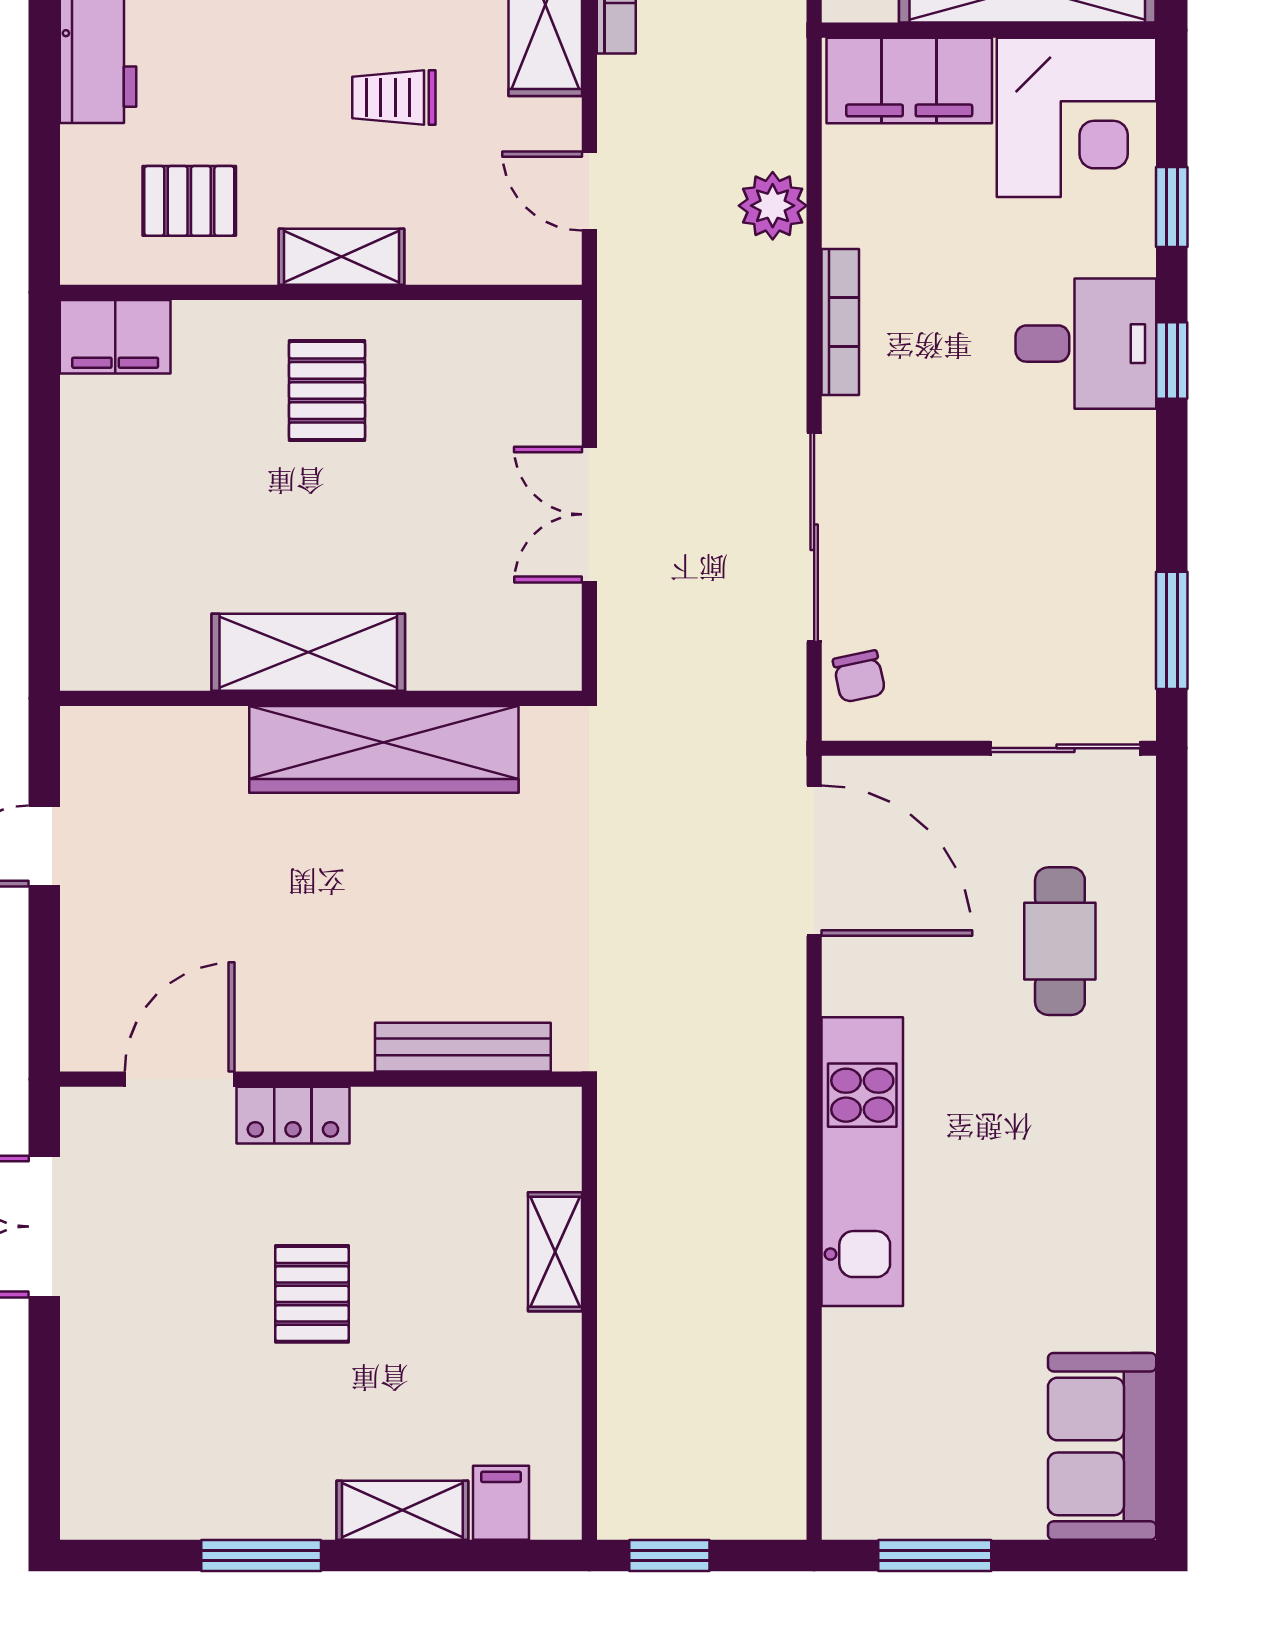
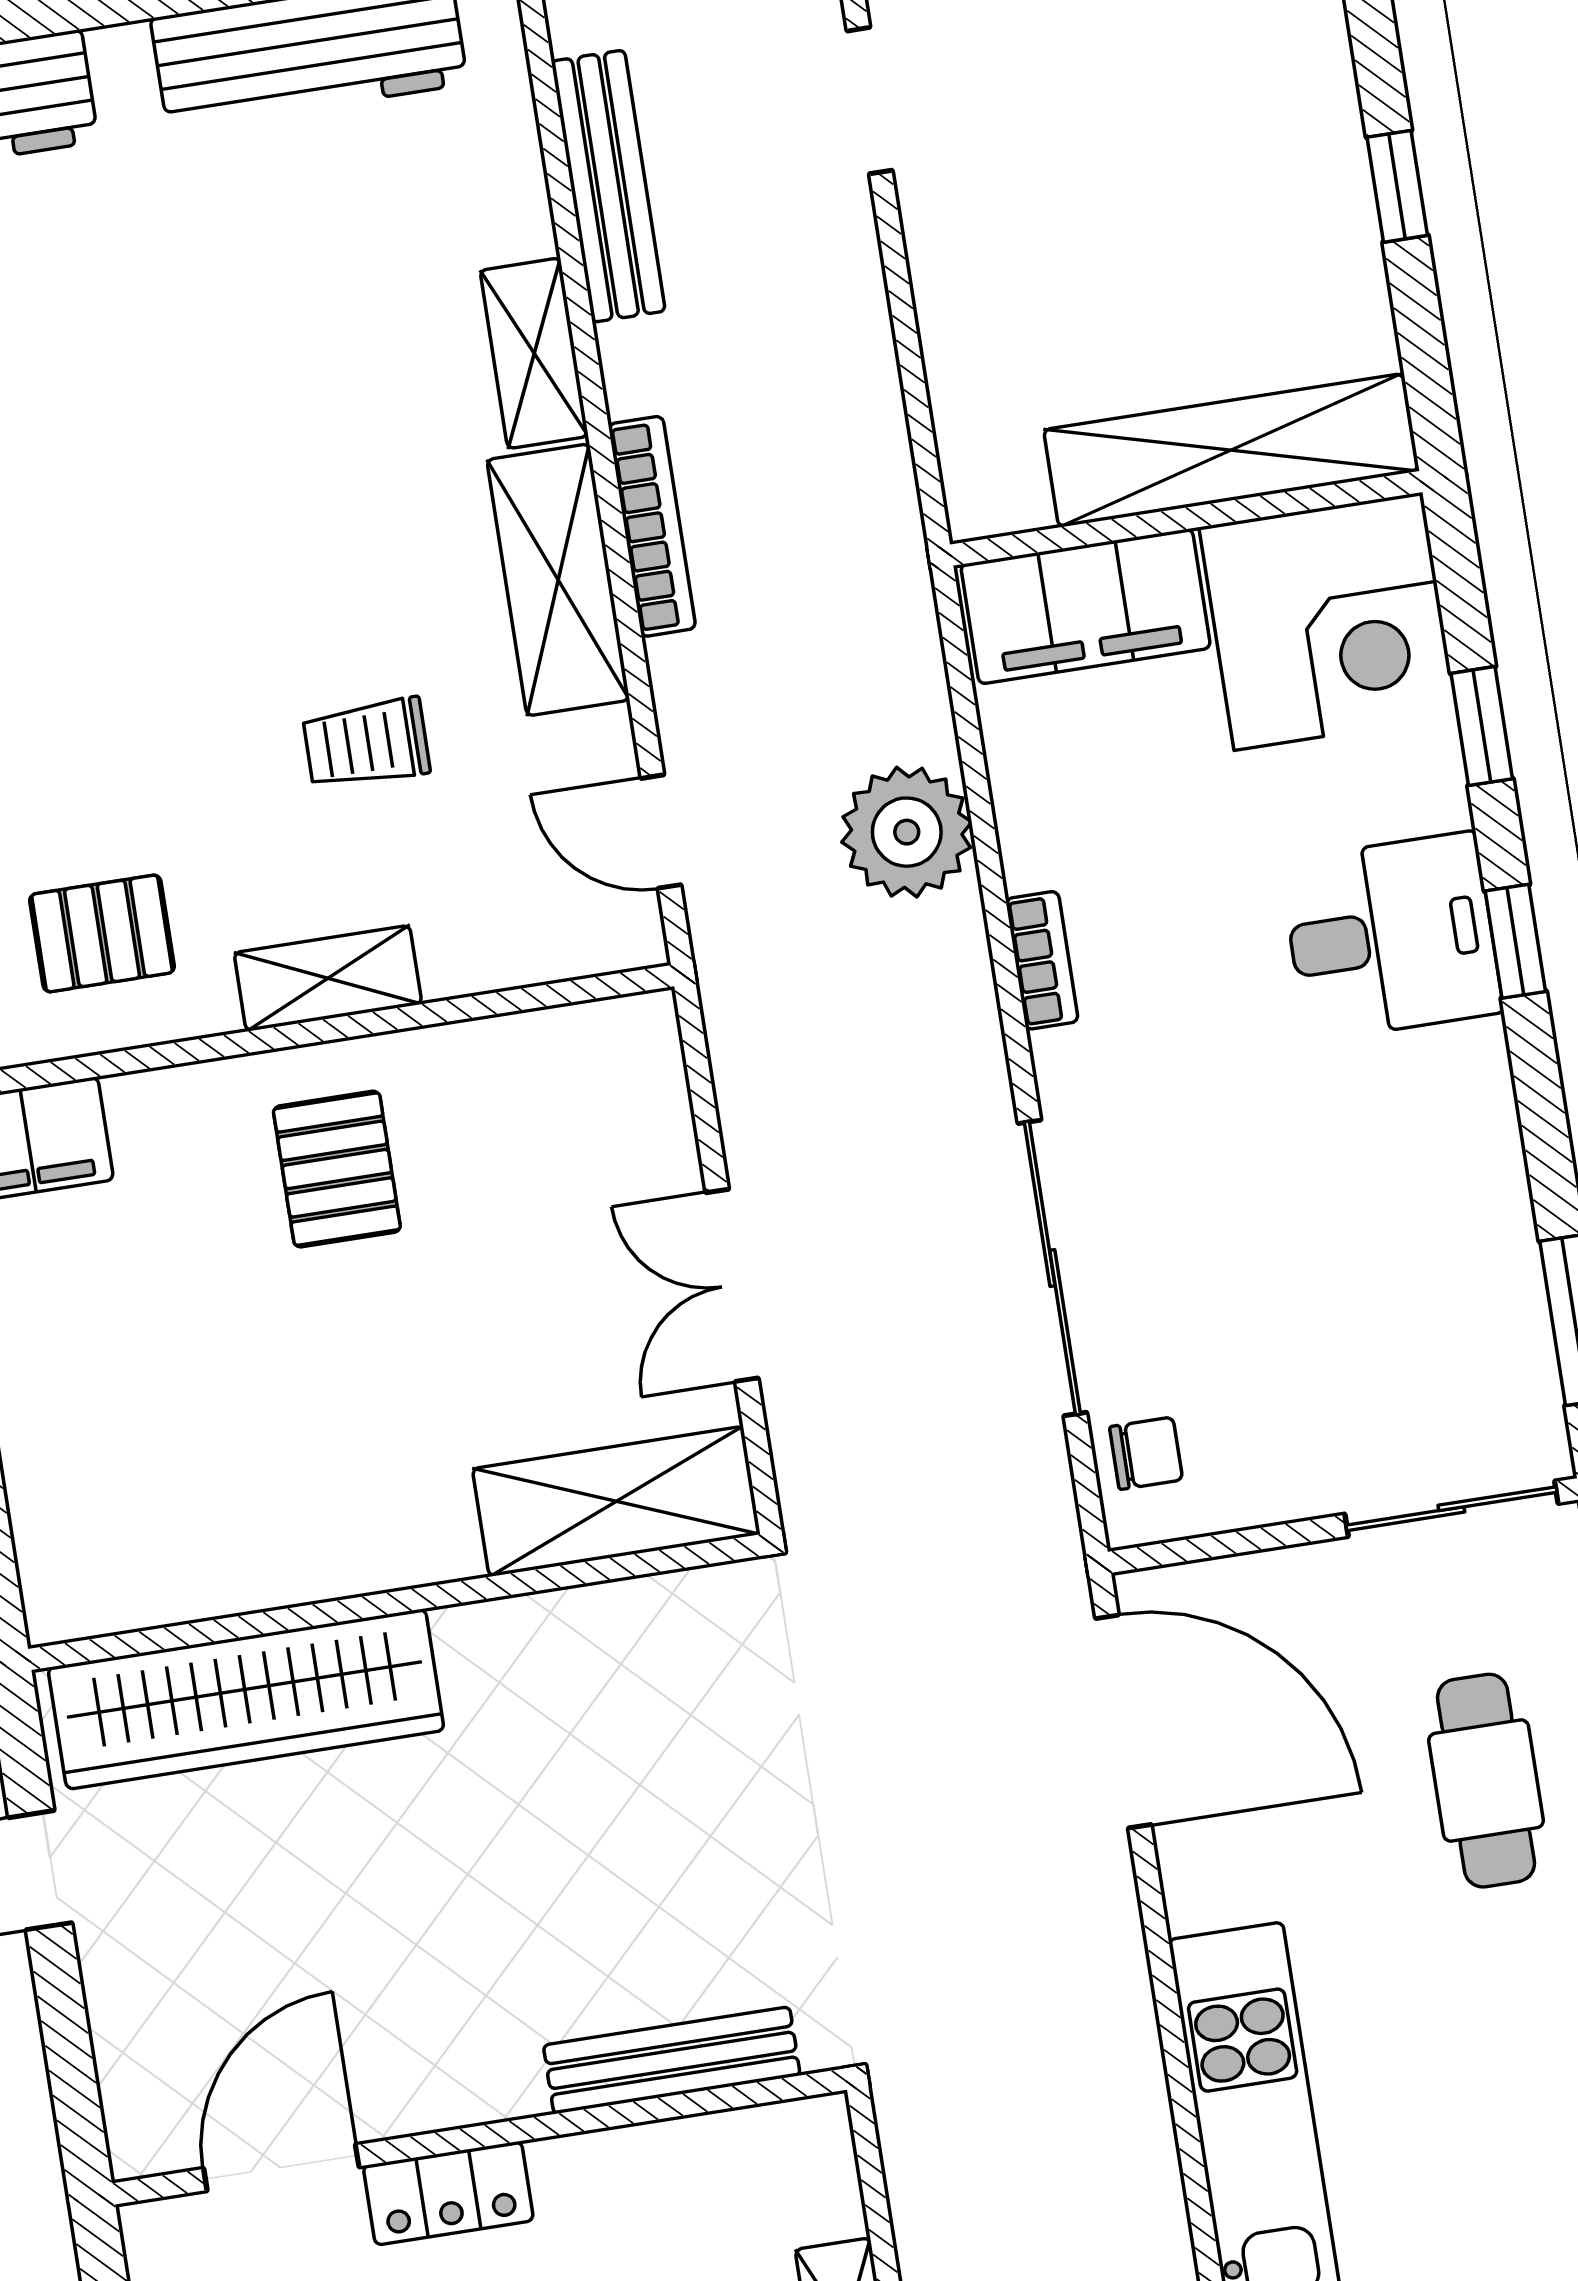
plant: (773, 206) -> (907, 832), width x1.36, depth x1.36
bookcase: (840, 322) -> (1042, 960), width x0.64
shelving: (308, 652) -> (616, 1501), moved
chair: (859, 676) -> (1146, 1453), turned -78
wardrobe: (384, 749) -> (246, 1699), moved

